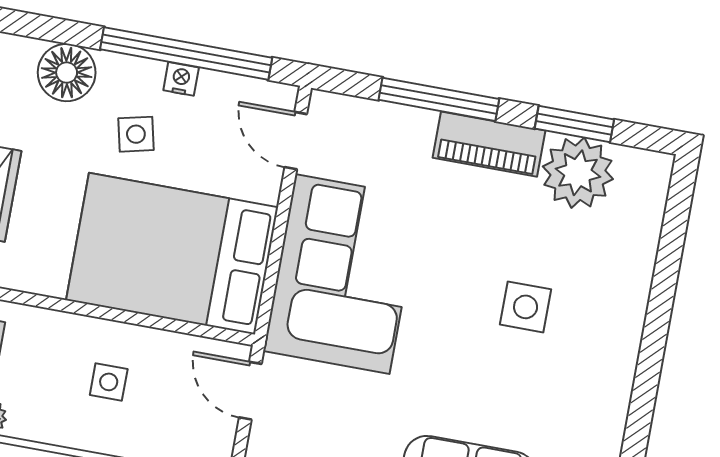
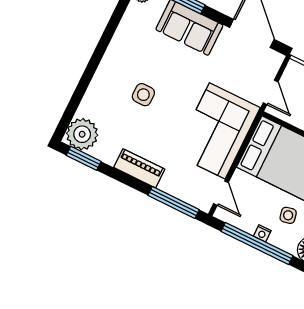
window: (439, 99) -> (174, 203), moved
window: (574, 124) -> (84, 158), moved
plant: (578, 173) -> (82, 134), moved

